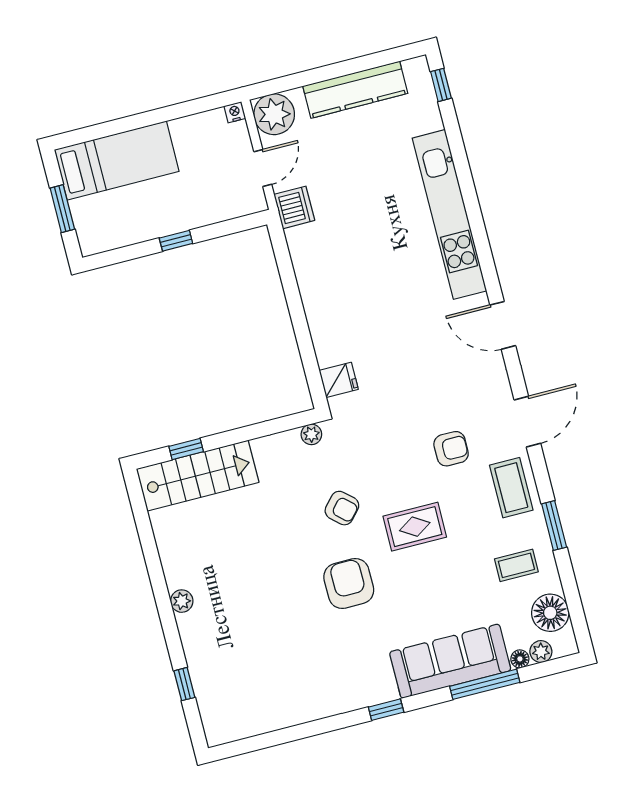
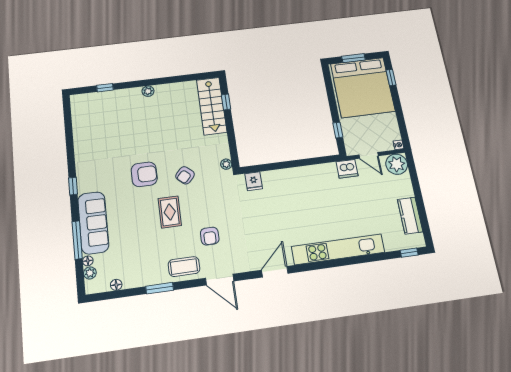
kitchen counter: (355, 90) -> (410, 216), width x0.67
window: (95, 132) -> (391, 77), added
bed: (117, 161) -> (363, 87), width x2.04
window: (176, 241) -> (338, 130), moved
coffee table: (516, 565) -> (140, 265), removed
floor lamp: (550, 613) -> (116, 285), width x0.53, depth x0.53

